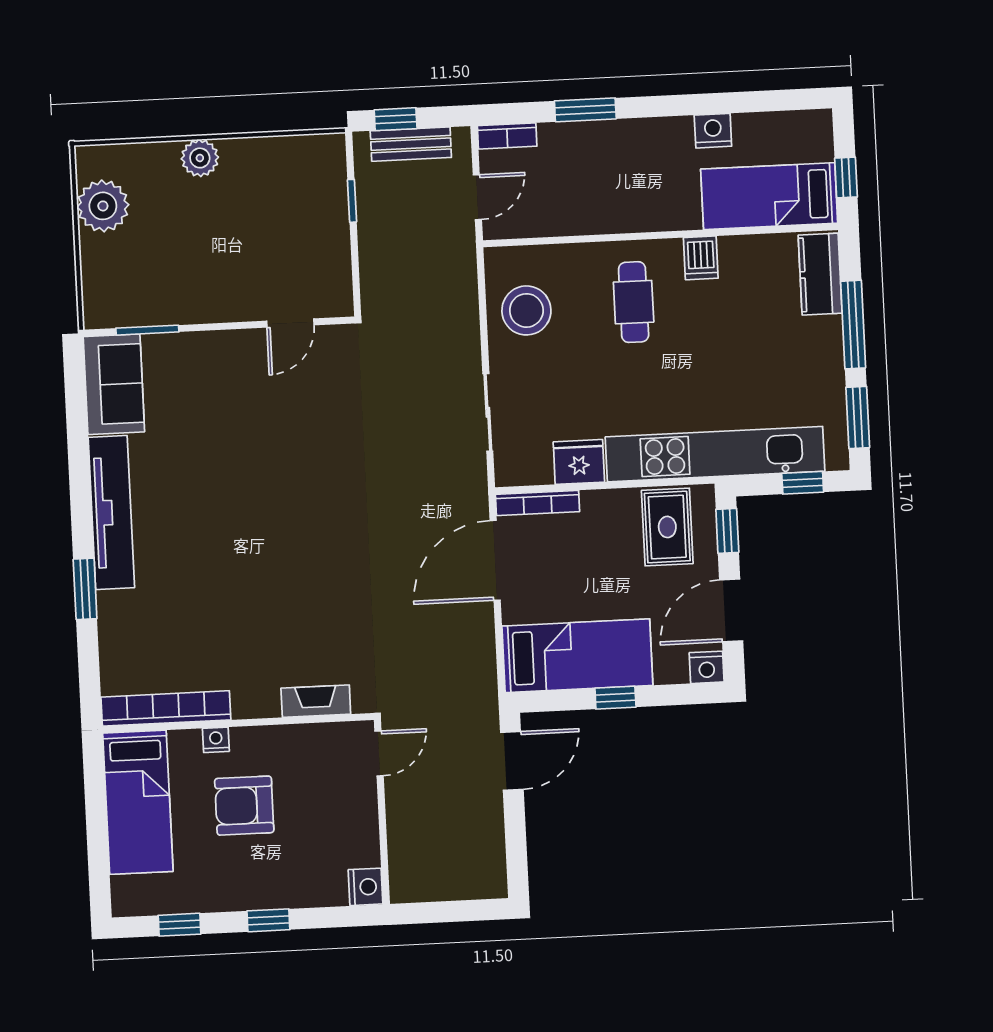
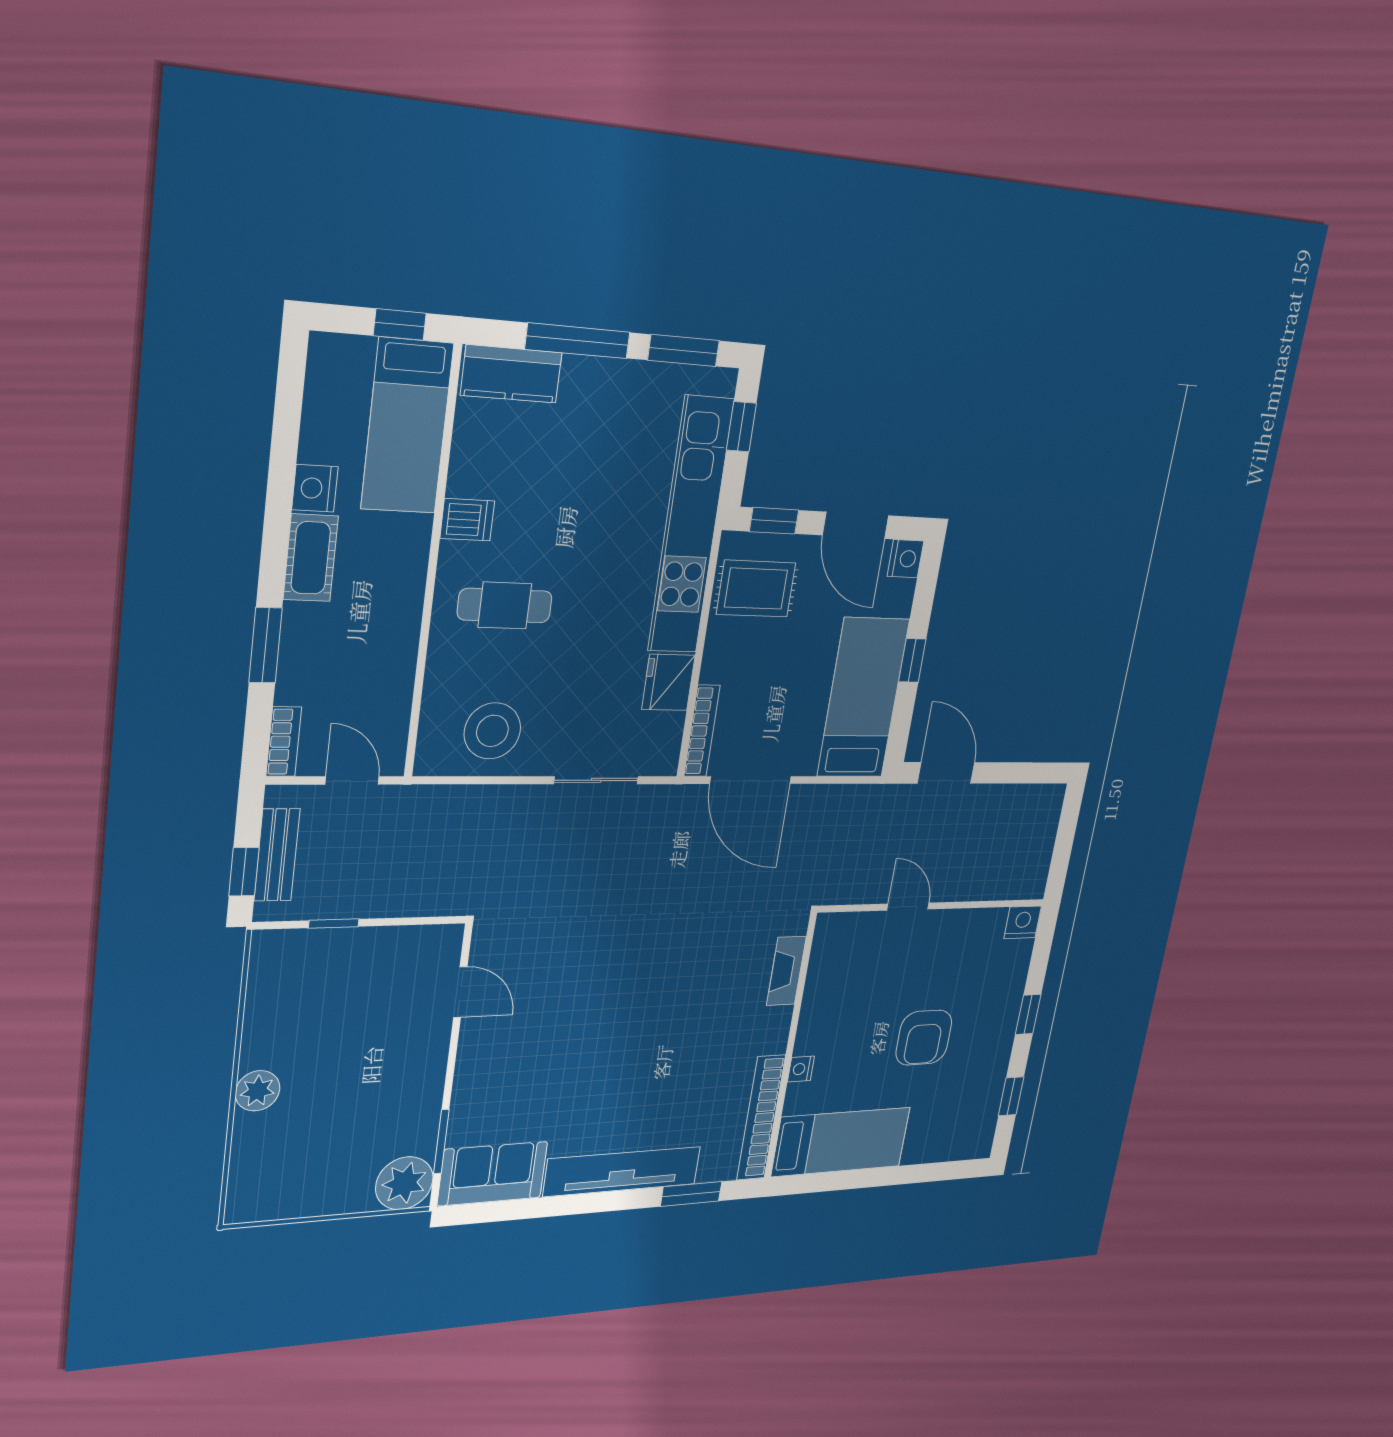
cot: (658, 135) -> (311, 558), added
plant: (103, 206) -> (404, 1183), moved
fireplace: (316, 701) -> (786, 971), moved
bookcase: (166, 708) -> (761, 1118), moved
wall: (238, 723) -> (790, 1048), moved
nightstand: (216, 740) -> (801, 1069), moved
bed: (138, 802) -> (841, 1142), moved

